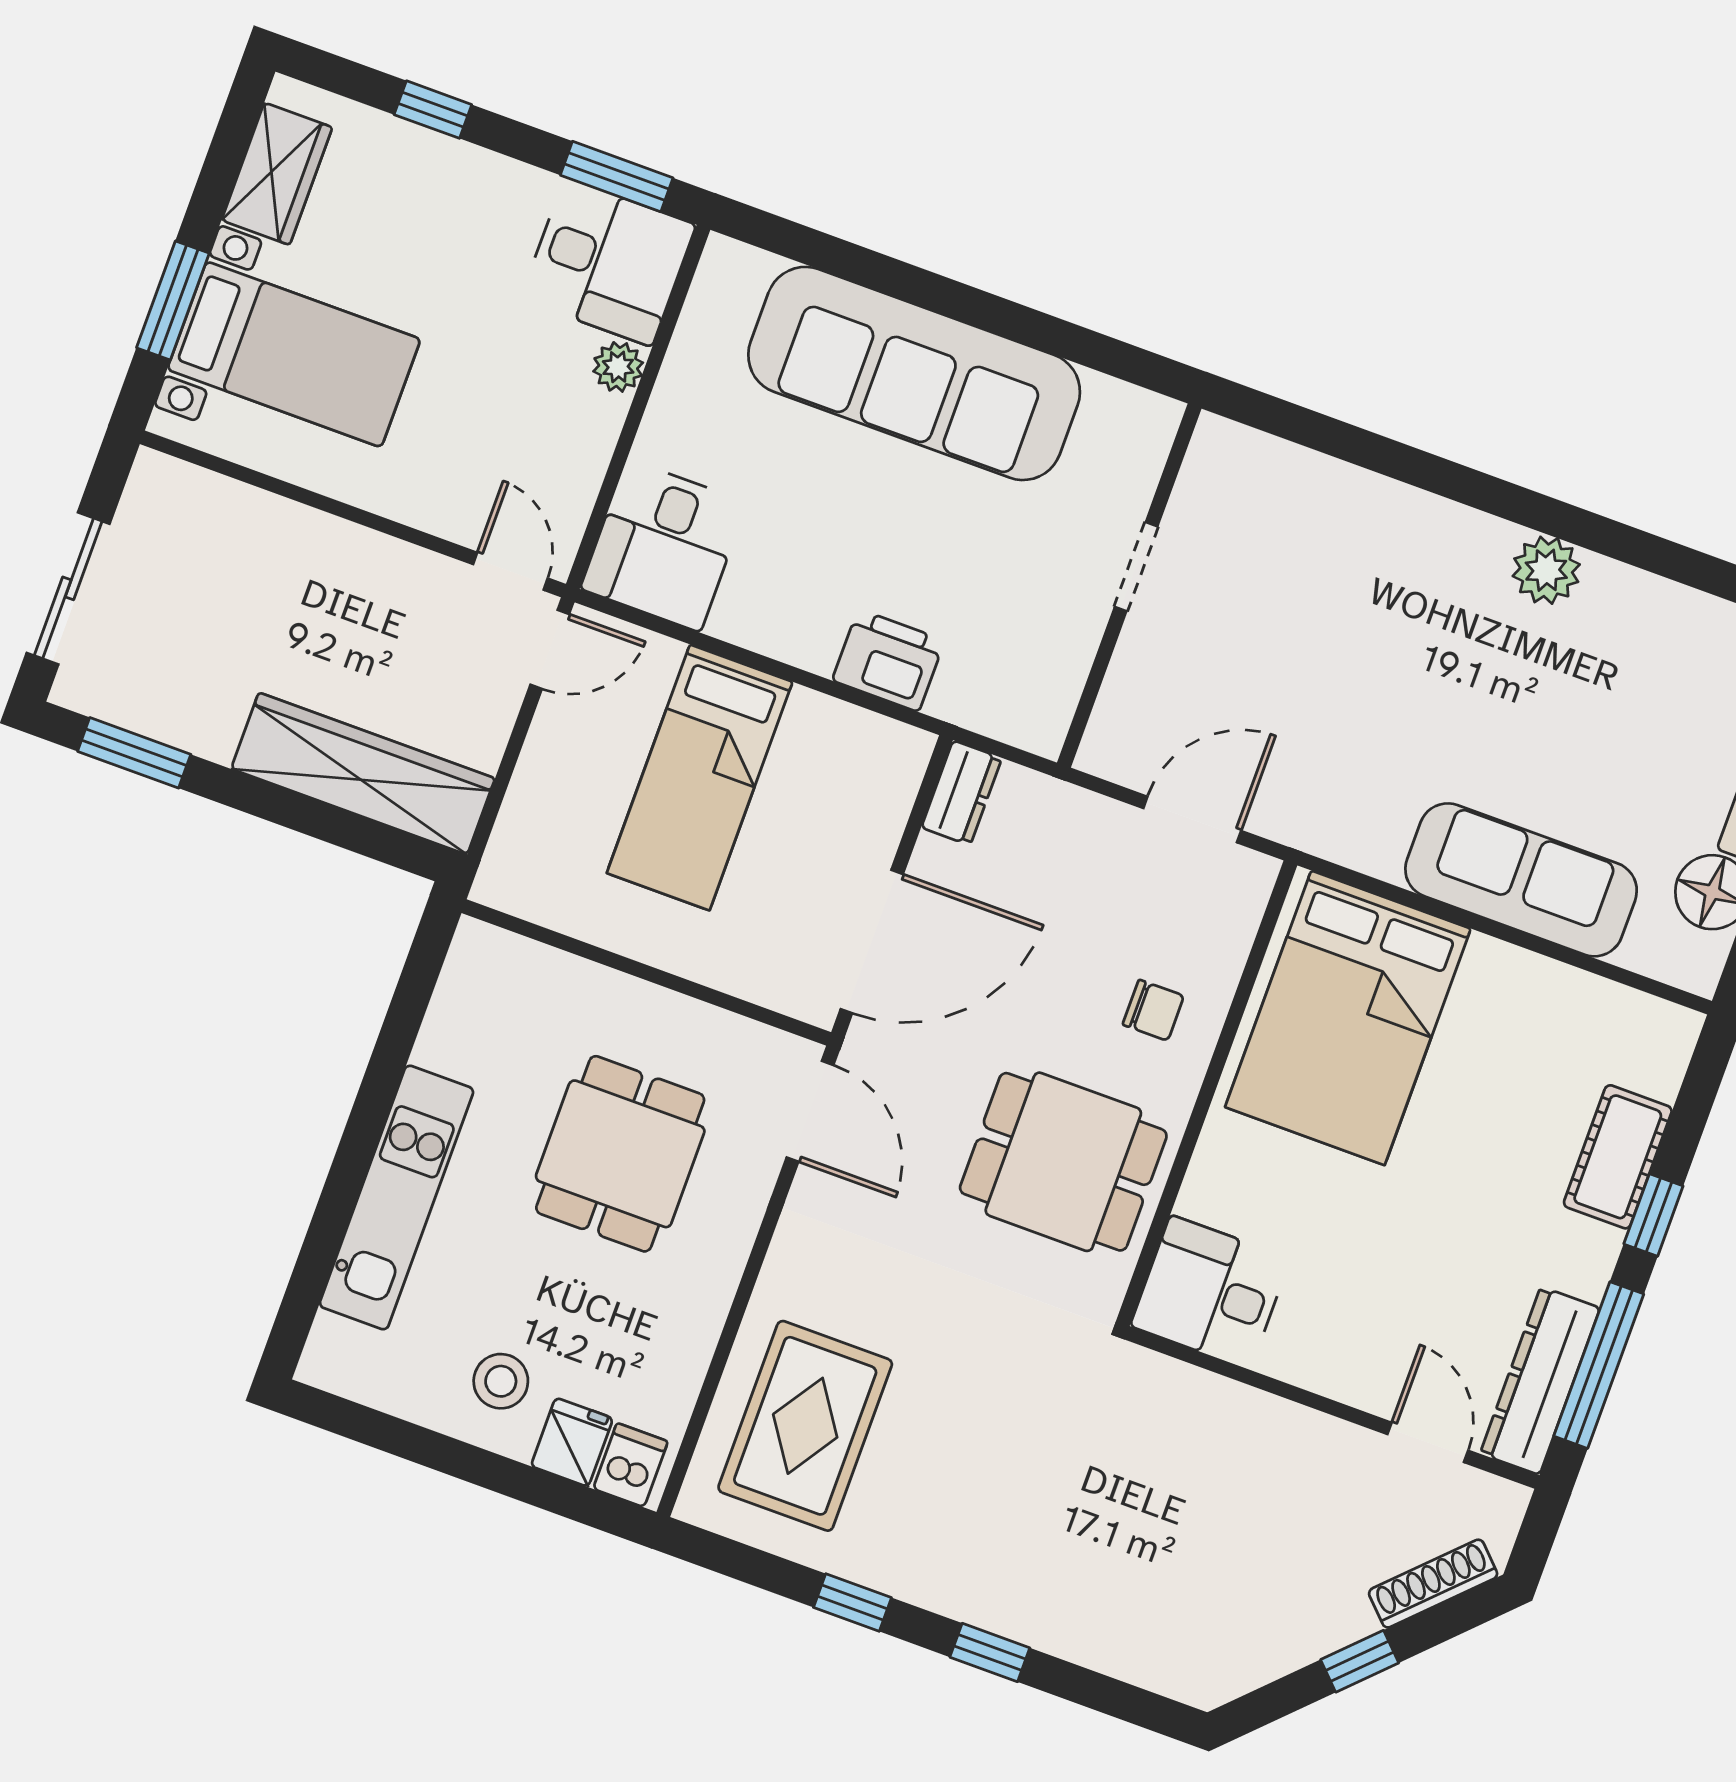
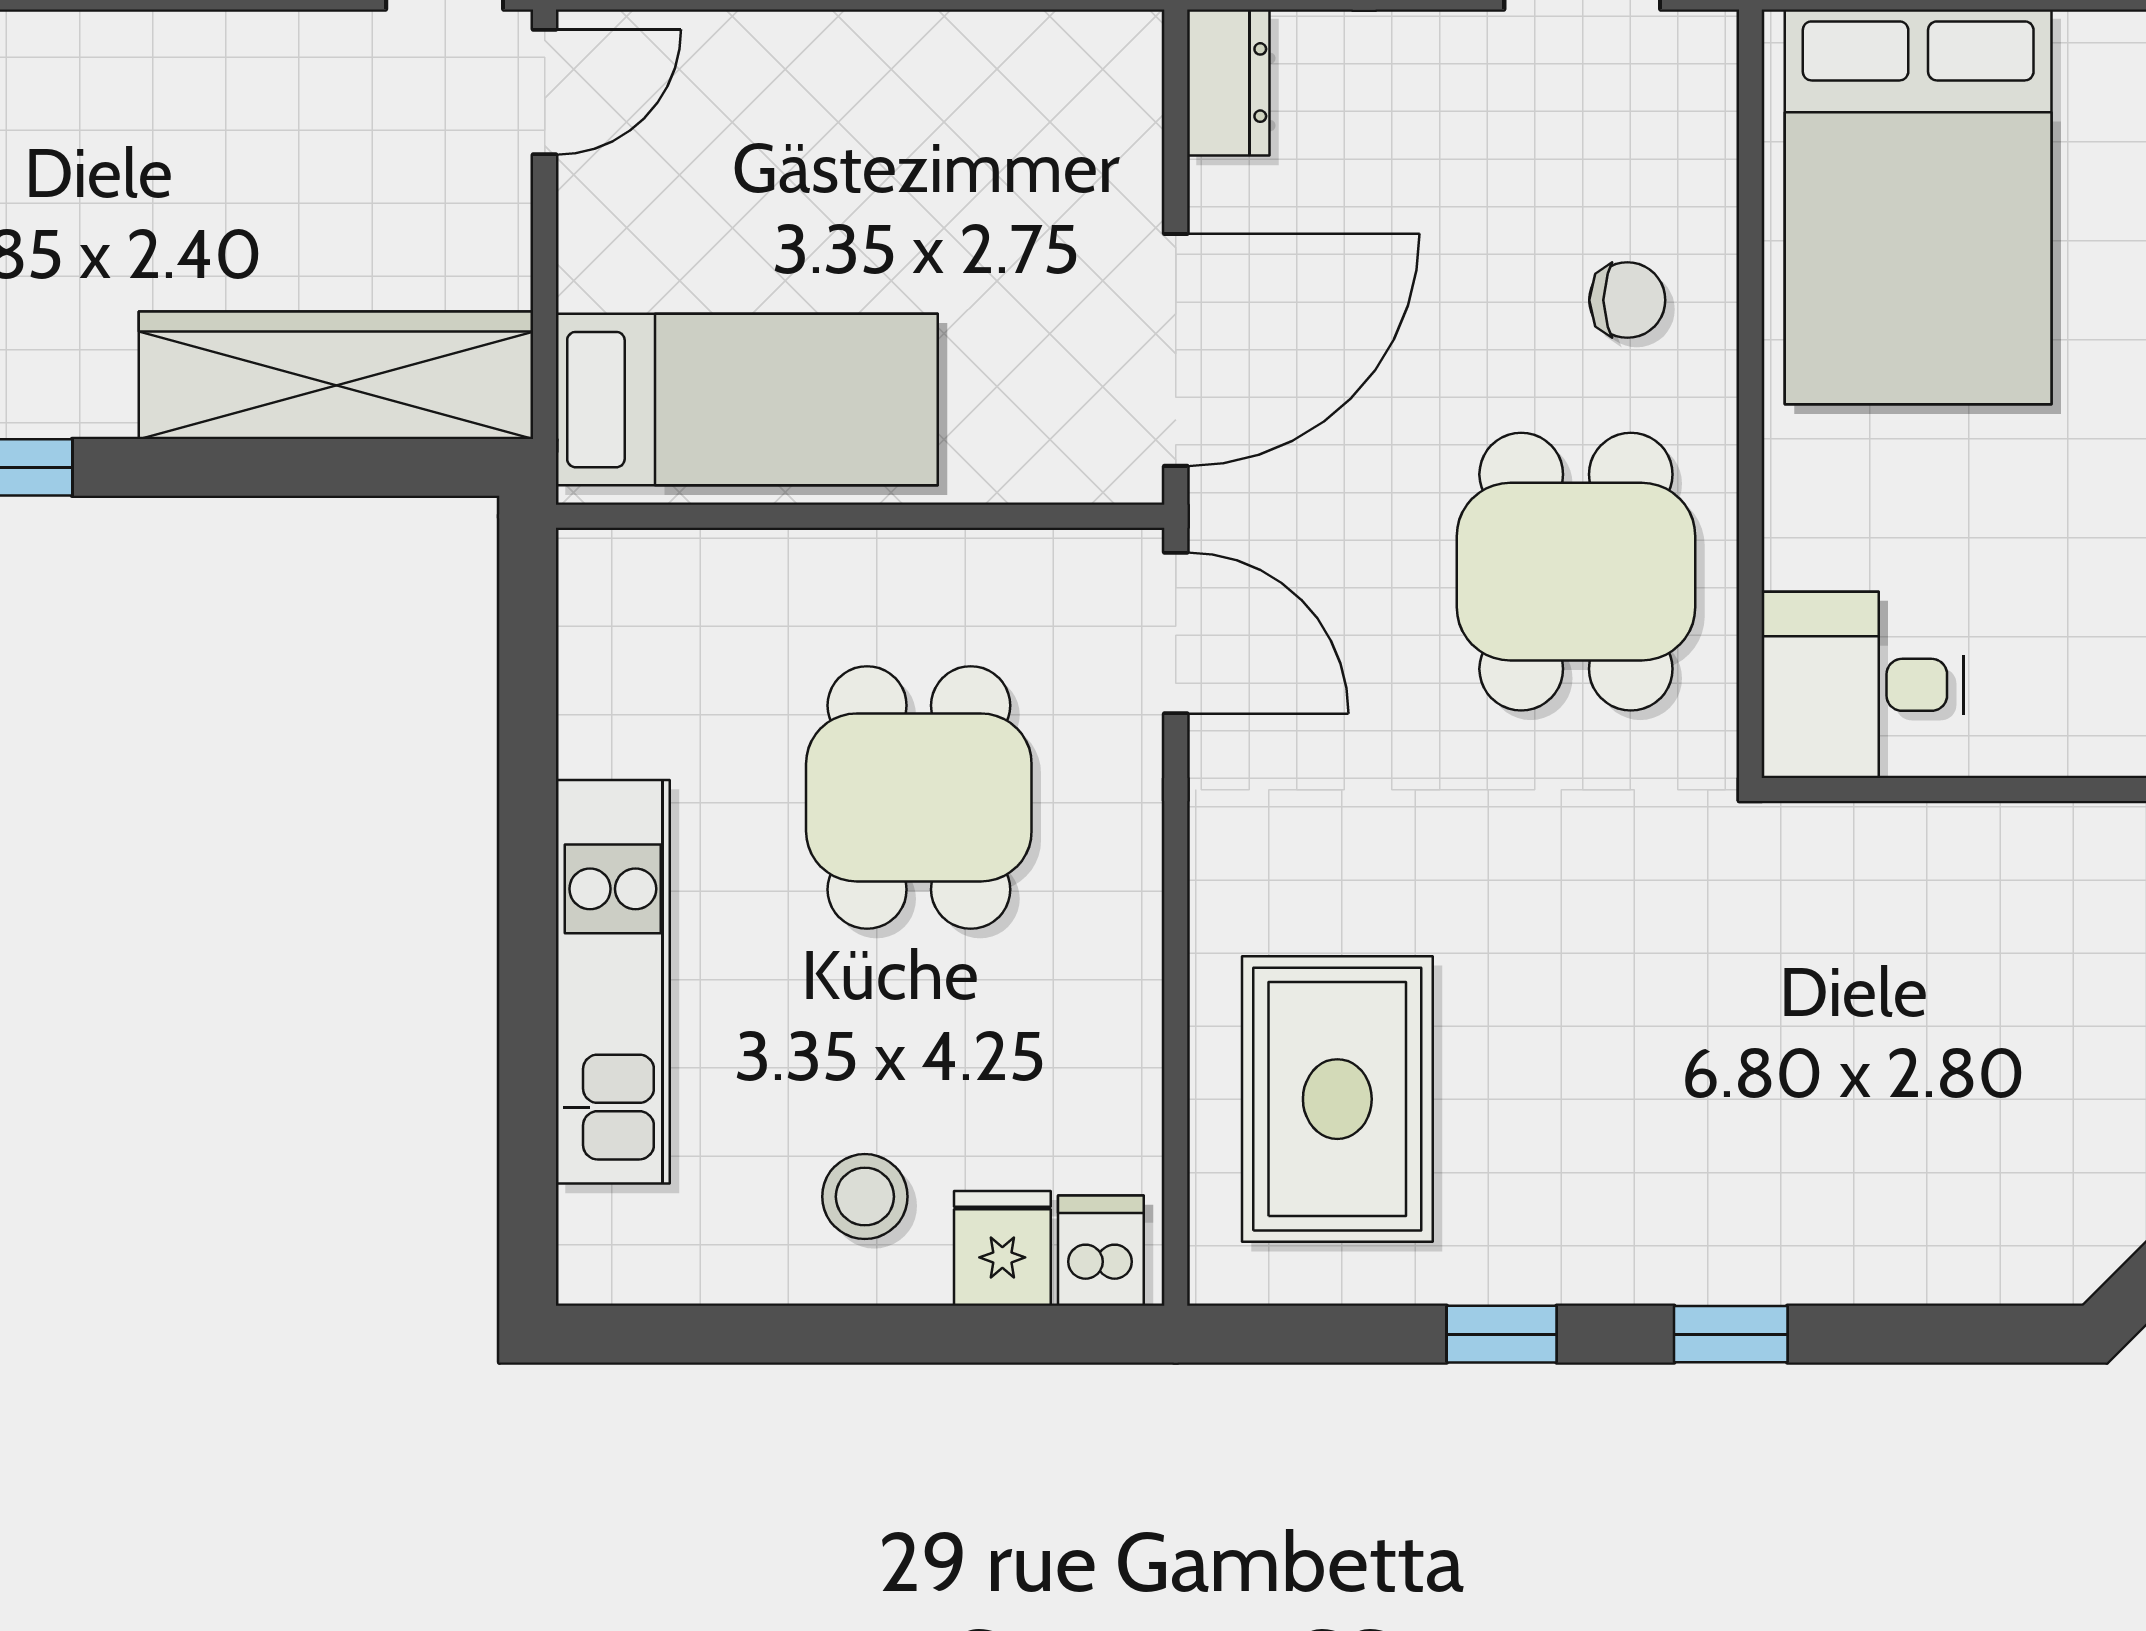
bed: (700, 777) -> (747, 400), moved, turned -90
dining table: (1063, 1162) -> (1576, 572), turned 90

